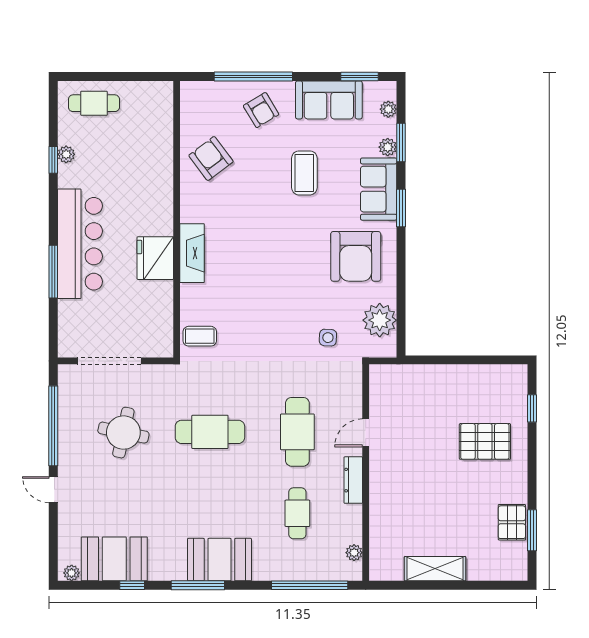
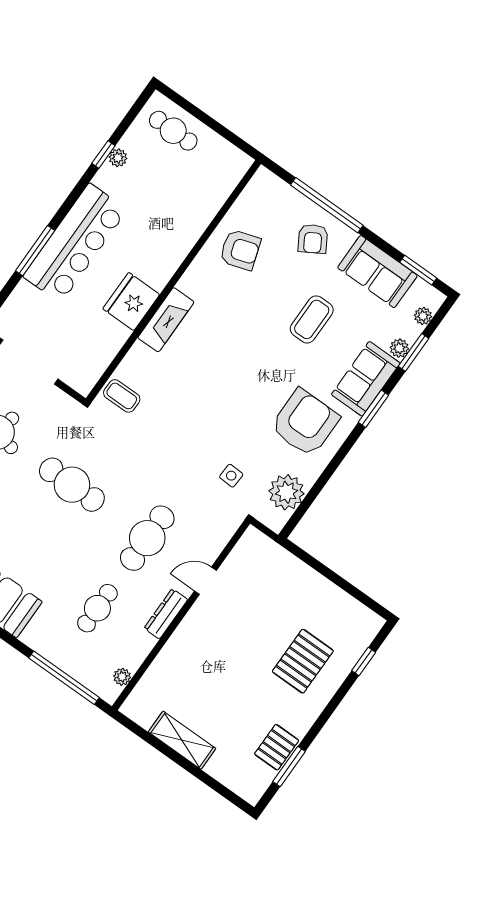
armchair: (211, 158) -> (240, 250), turned 109
armchair: (356, 256) -> (305, 423), turned 180
pallet: (485, 441) -> (303, 661), turned 90

